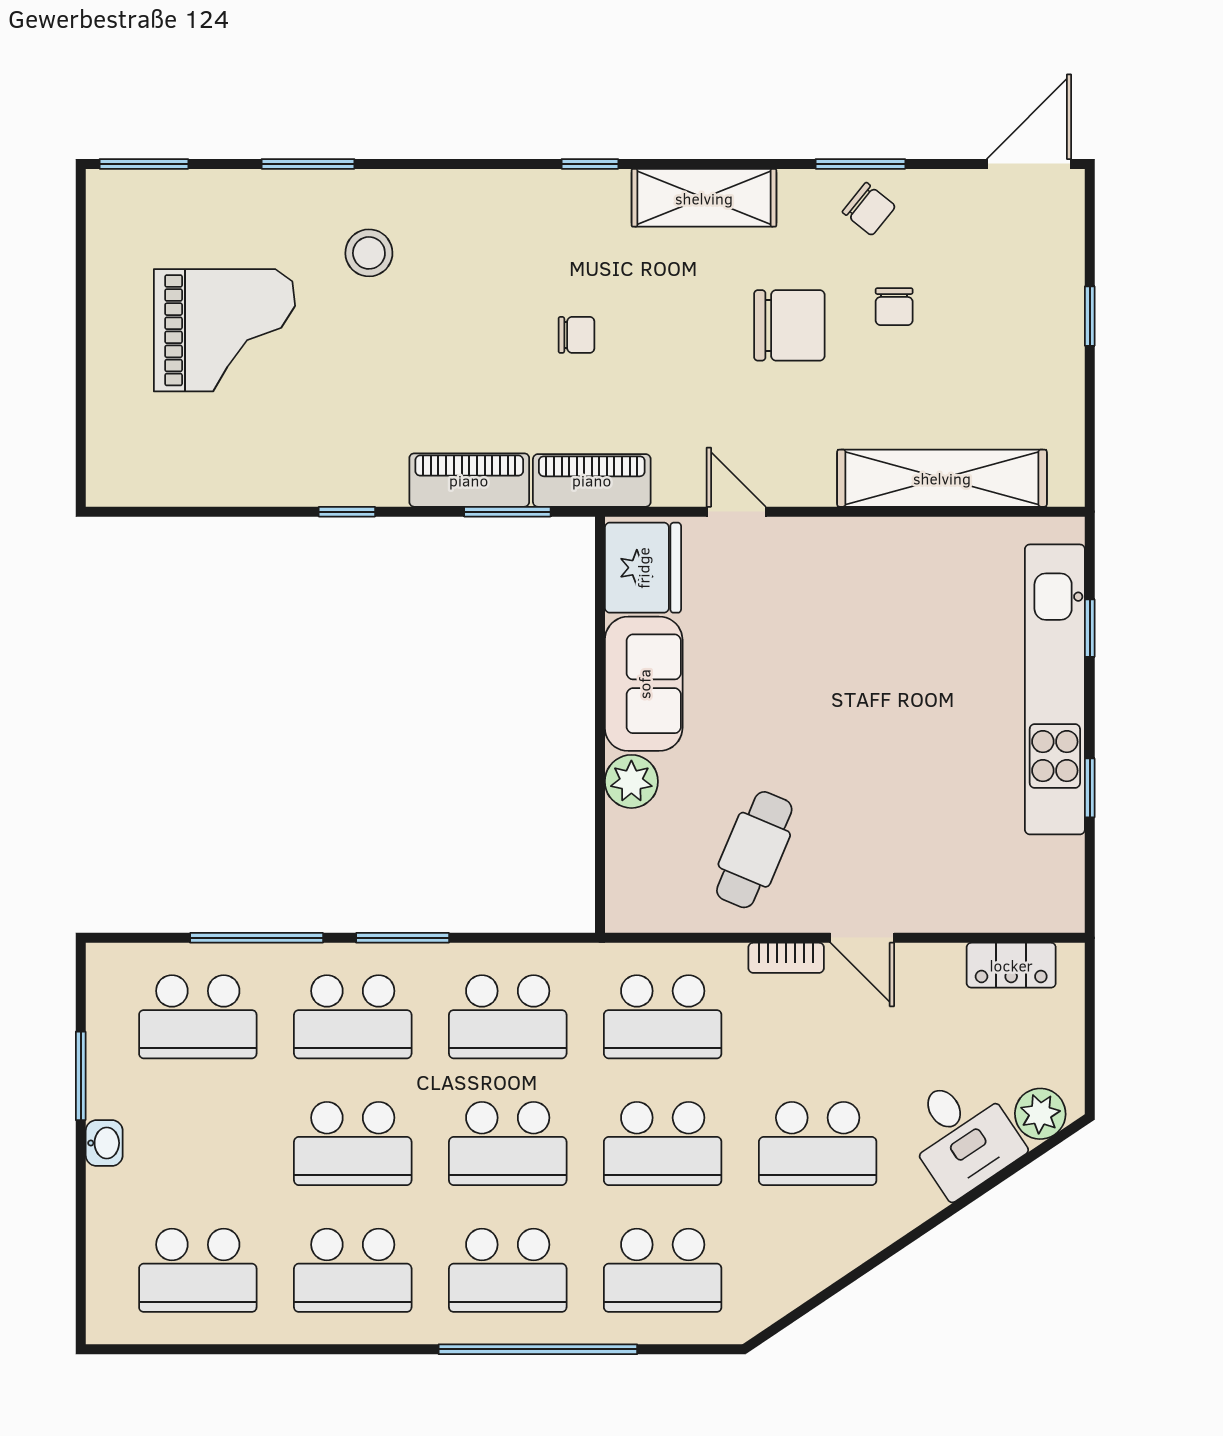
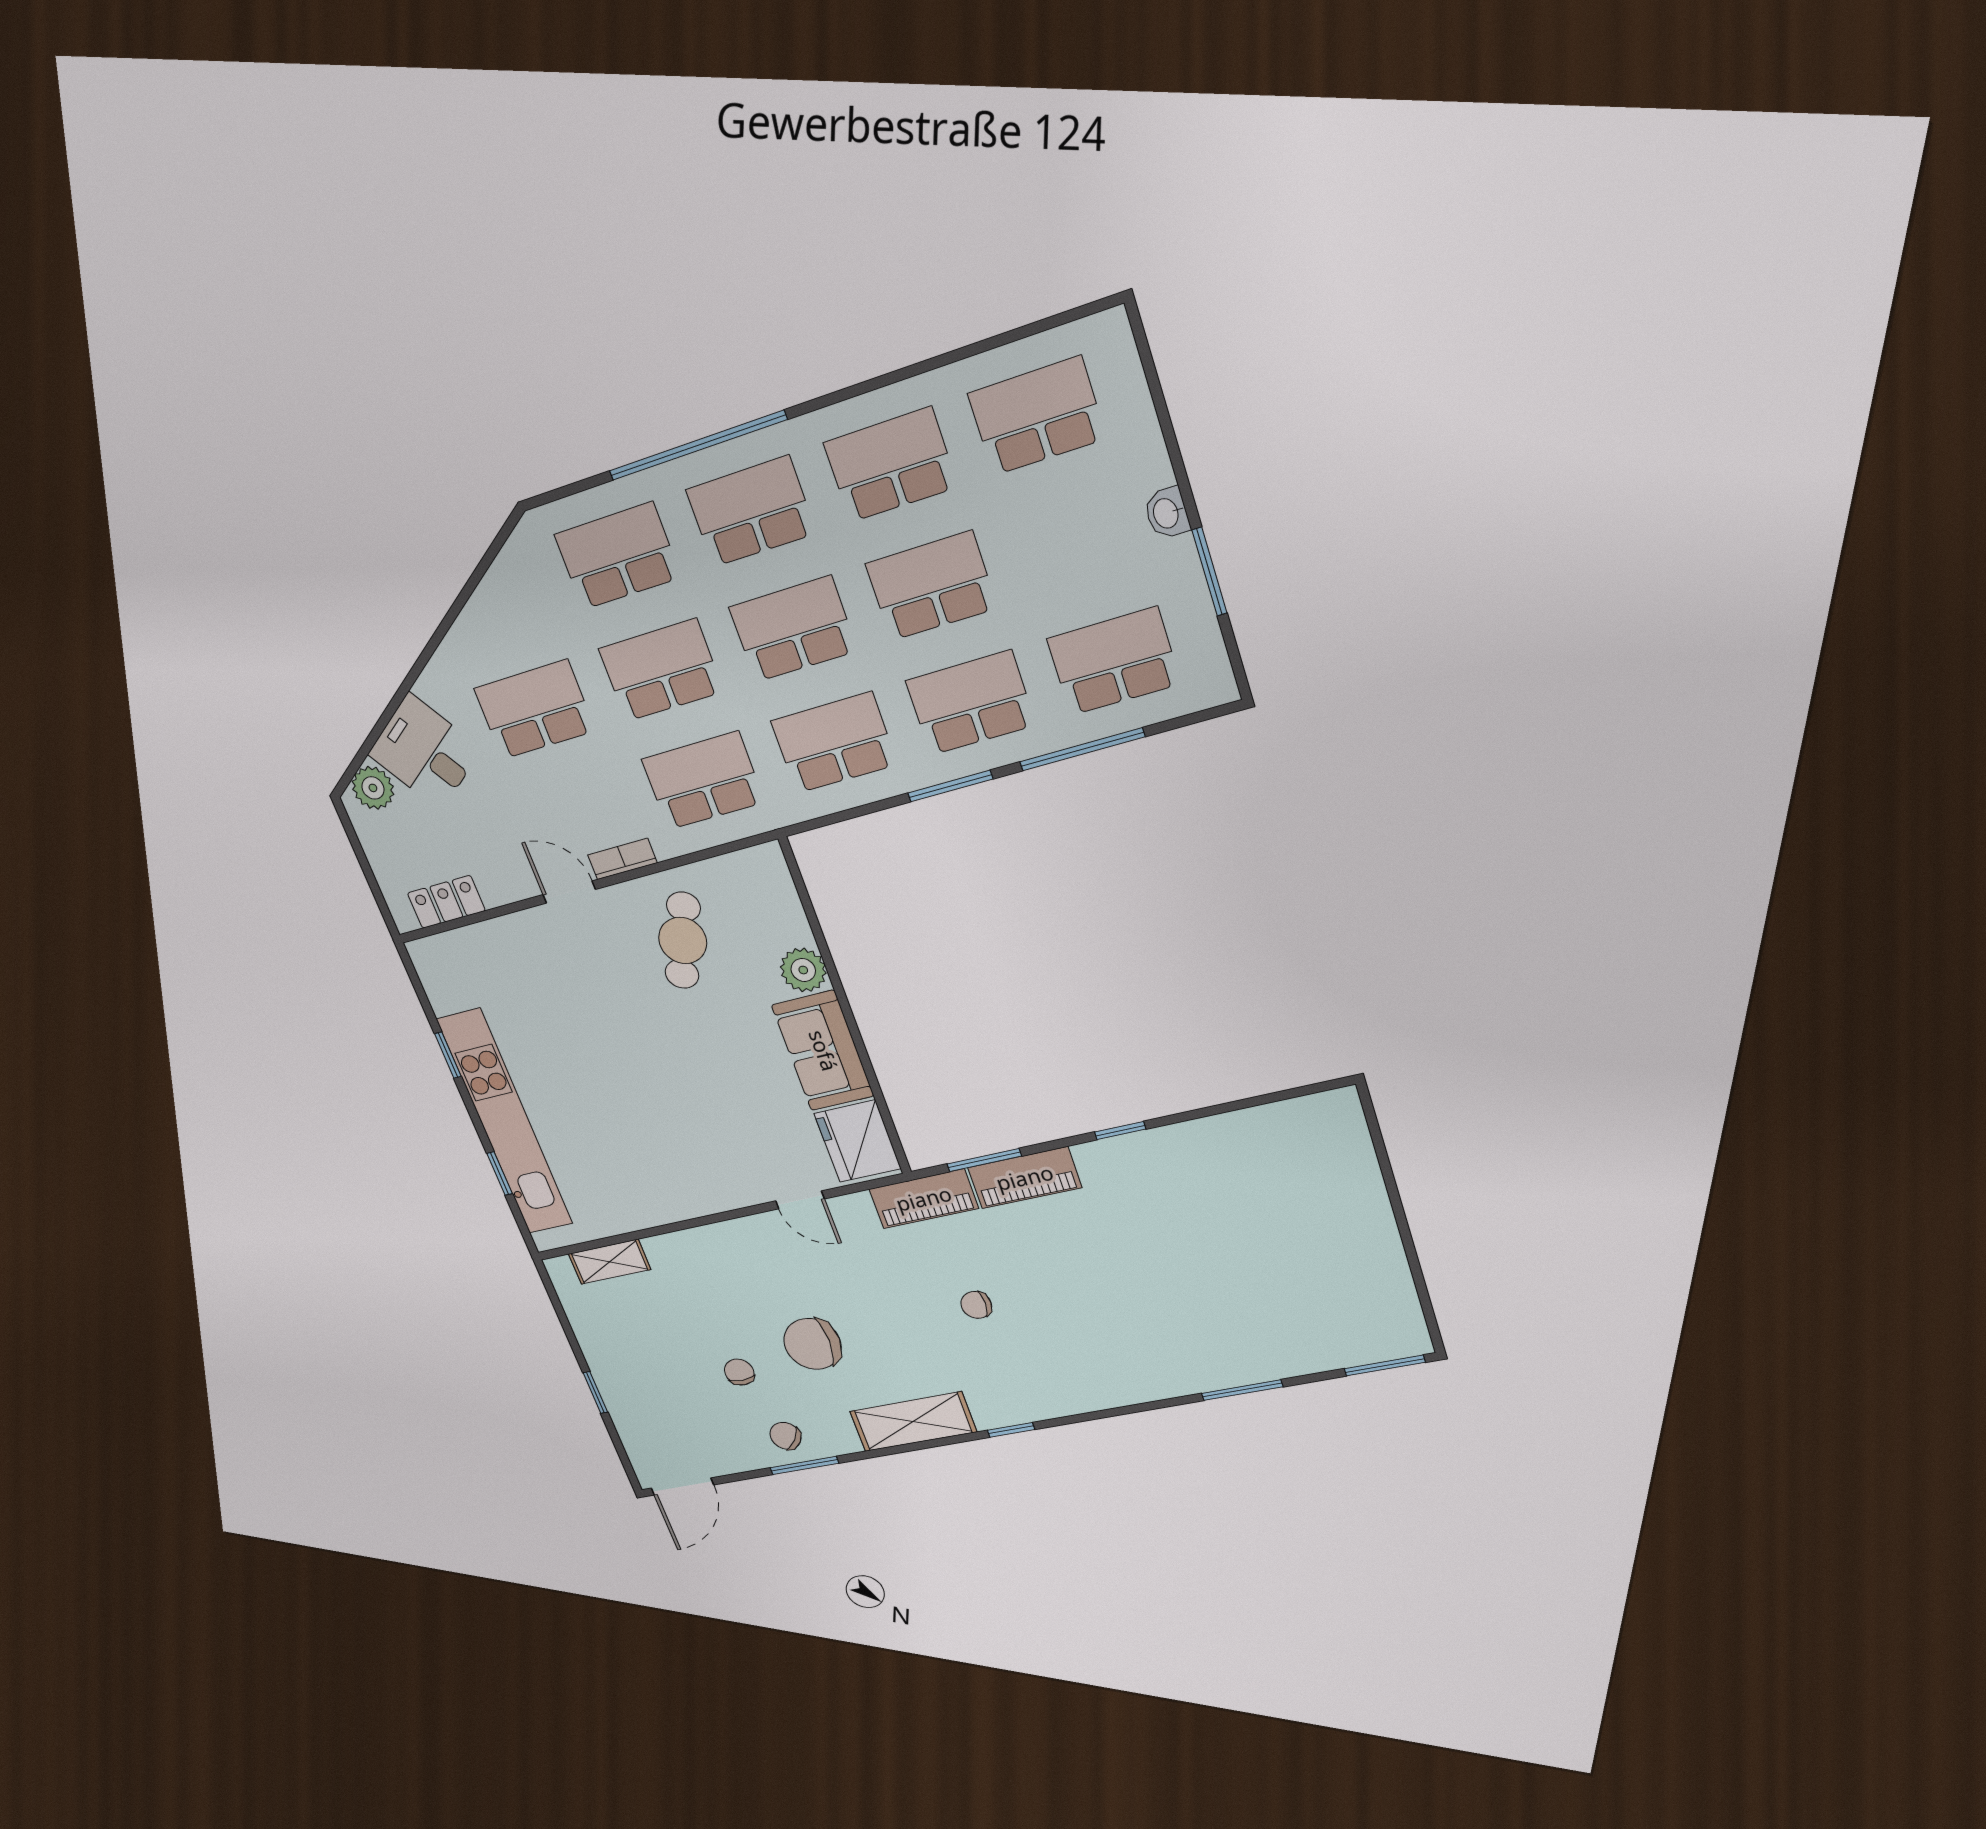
stool: (369, 253) -> (1169, 1333), removed
grand piano: (224, 330) -> (1274, 1251), removed
shelving: (942, 478) -> (610, 1262), width x0.45, depth x0.75

